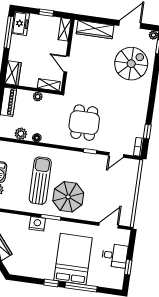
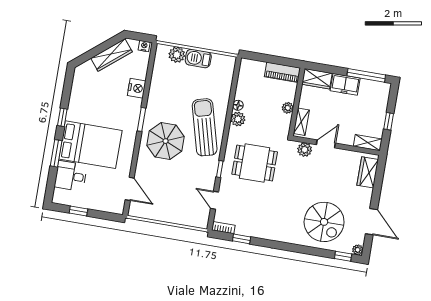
freezer: (21, 23) -> (345, 84), moved
wardrobe: (95, 29) -> (368, 172), width x0.67
plant: (72, 82) -> (305, 150), added
plant: (21, 134) -> (238, 119), moved
sun lounger: (40, 181) -> (205, 127), moved, turned -105
nightstand: (37, 224) -> (137, 88), moved
desk: (115, 256) -> (71, 176), moved, turned 90
window: (81, 287) -> (56, 153), width x0.69

